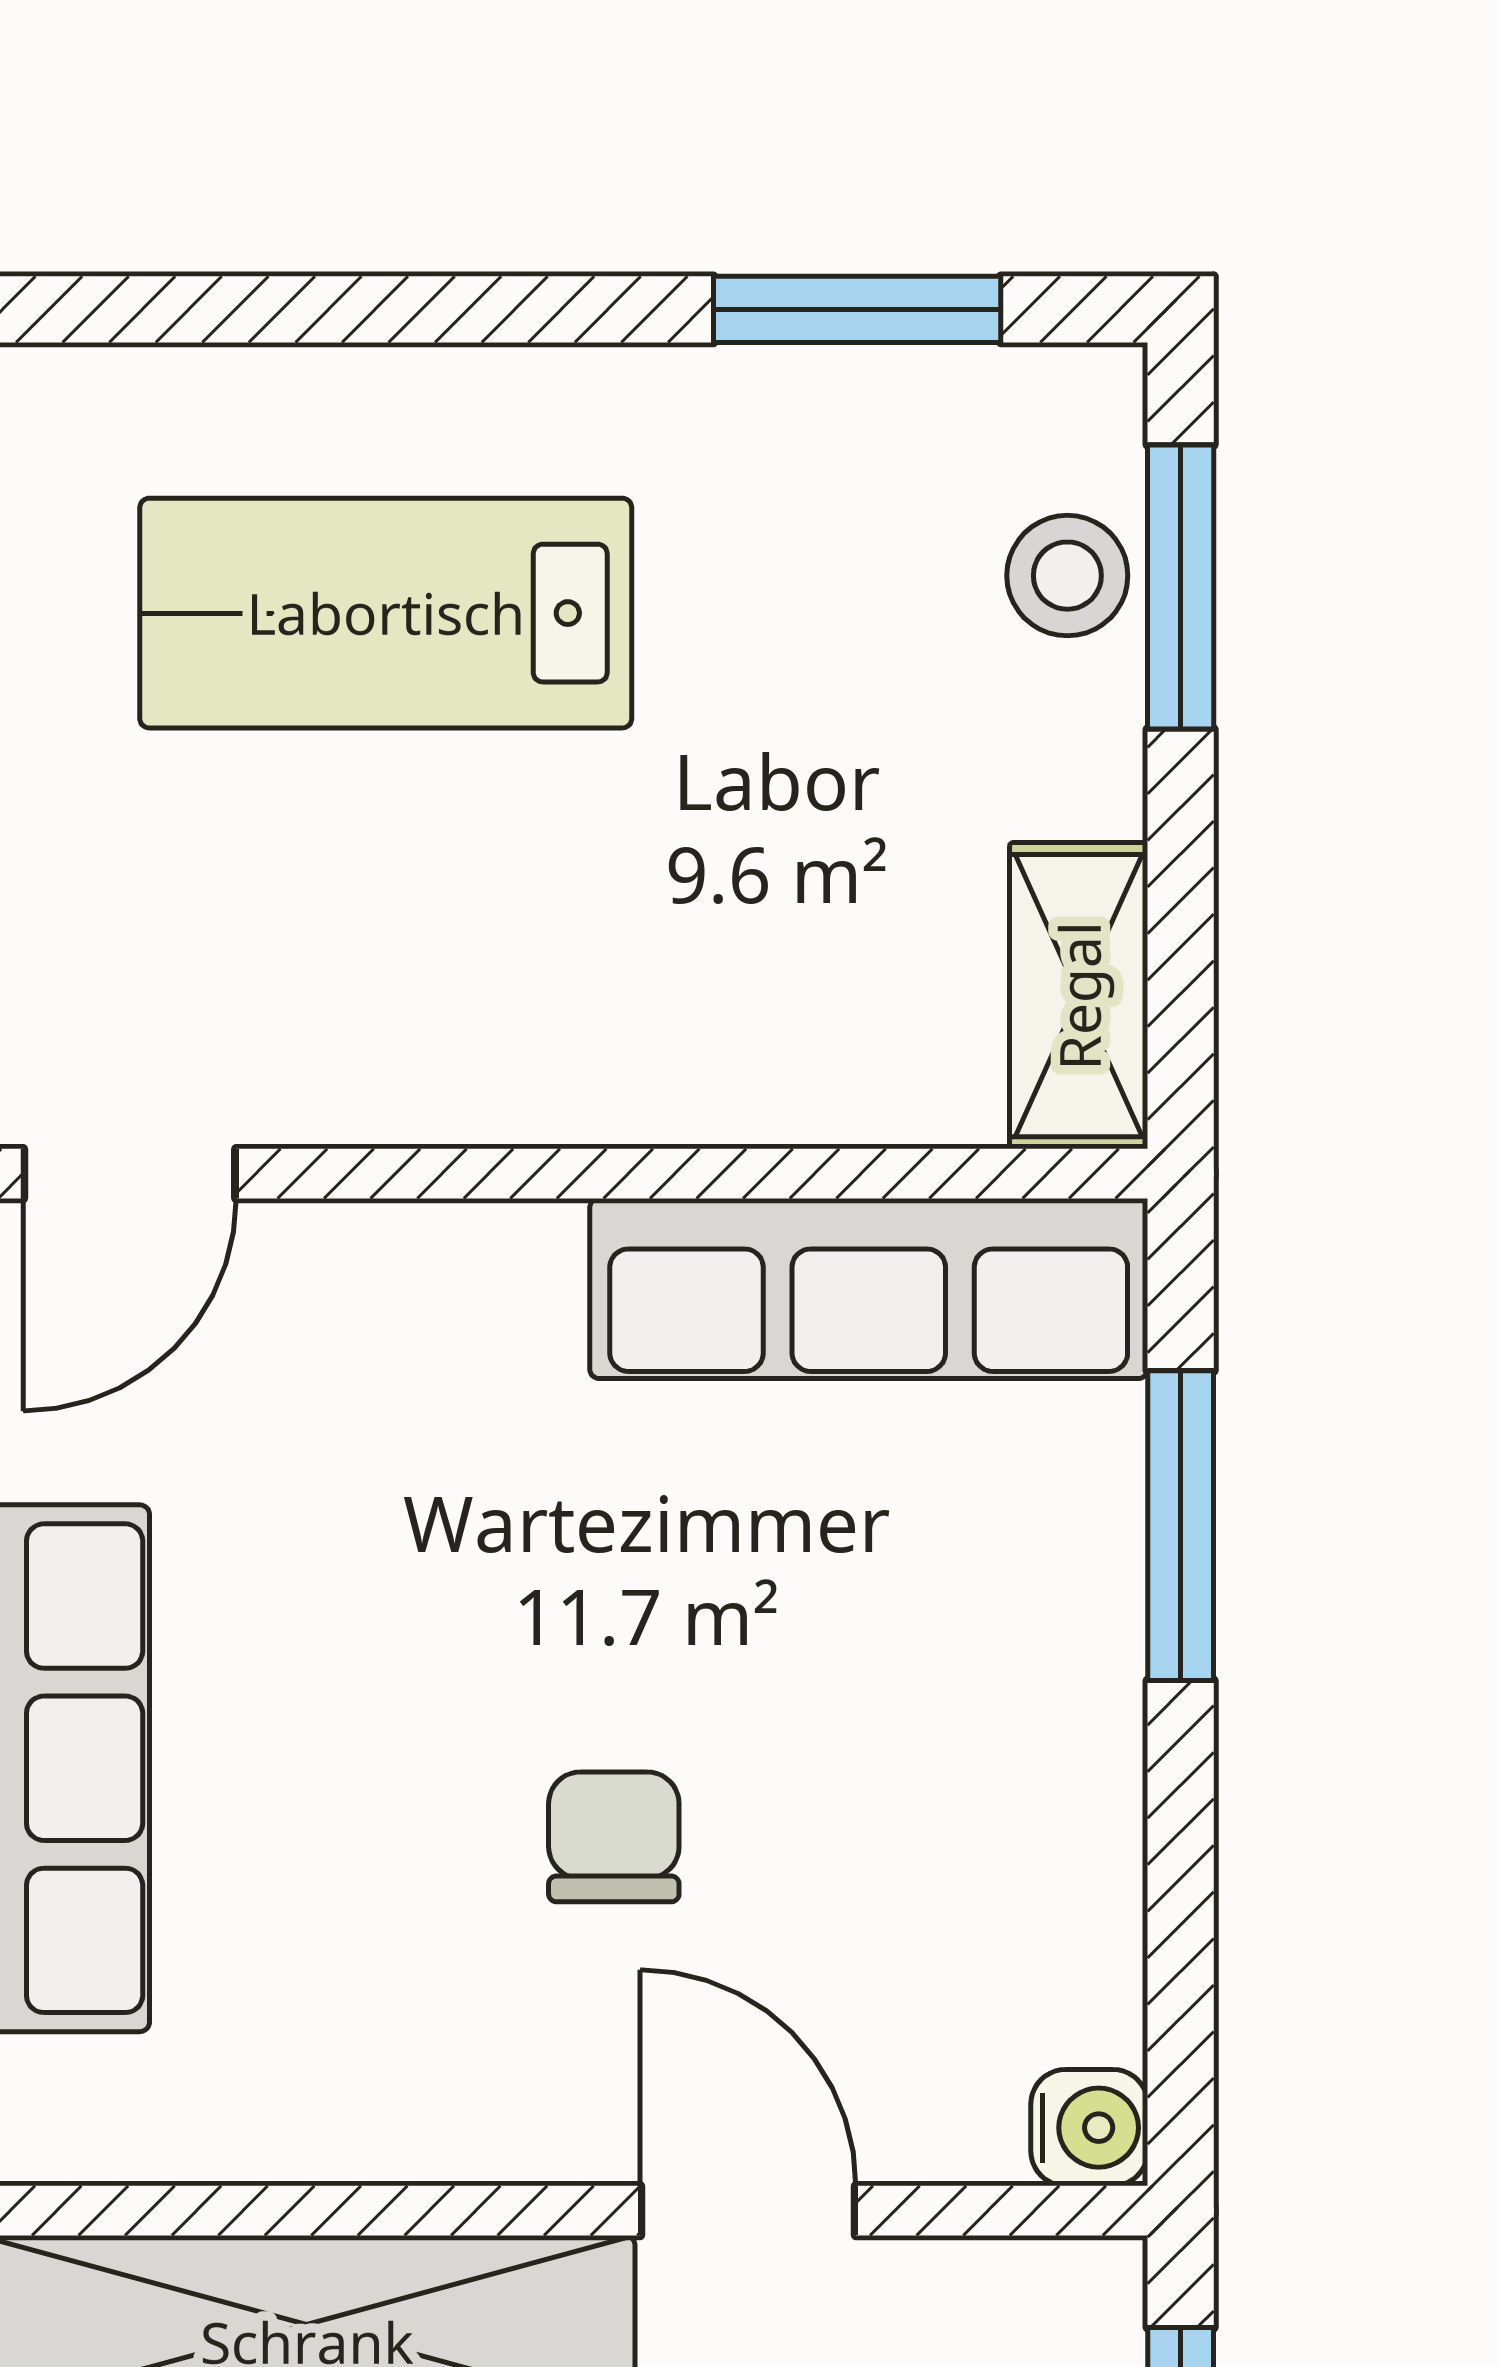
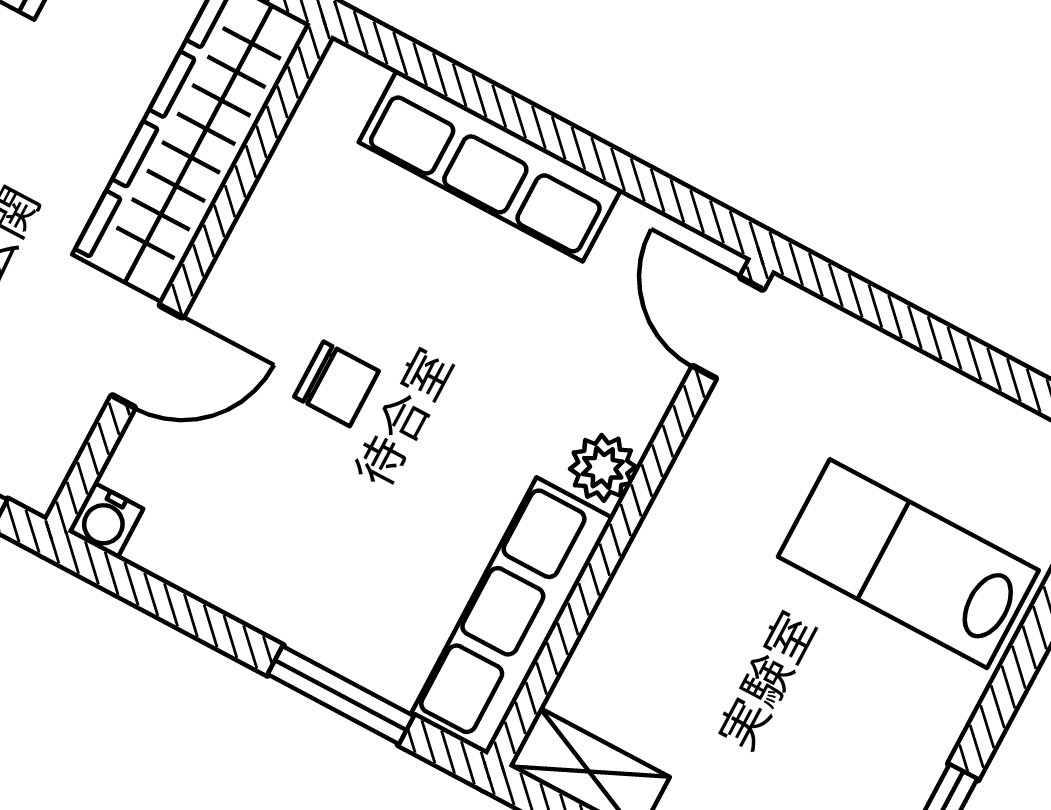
lab bench: (386, 613) -> (908, 564), turned -90
plant: (508, 1267) -> (603, 468), added

